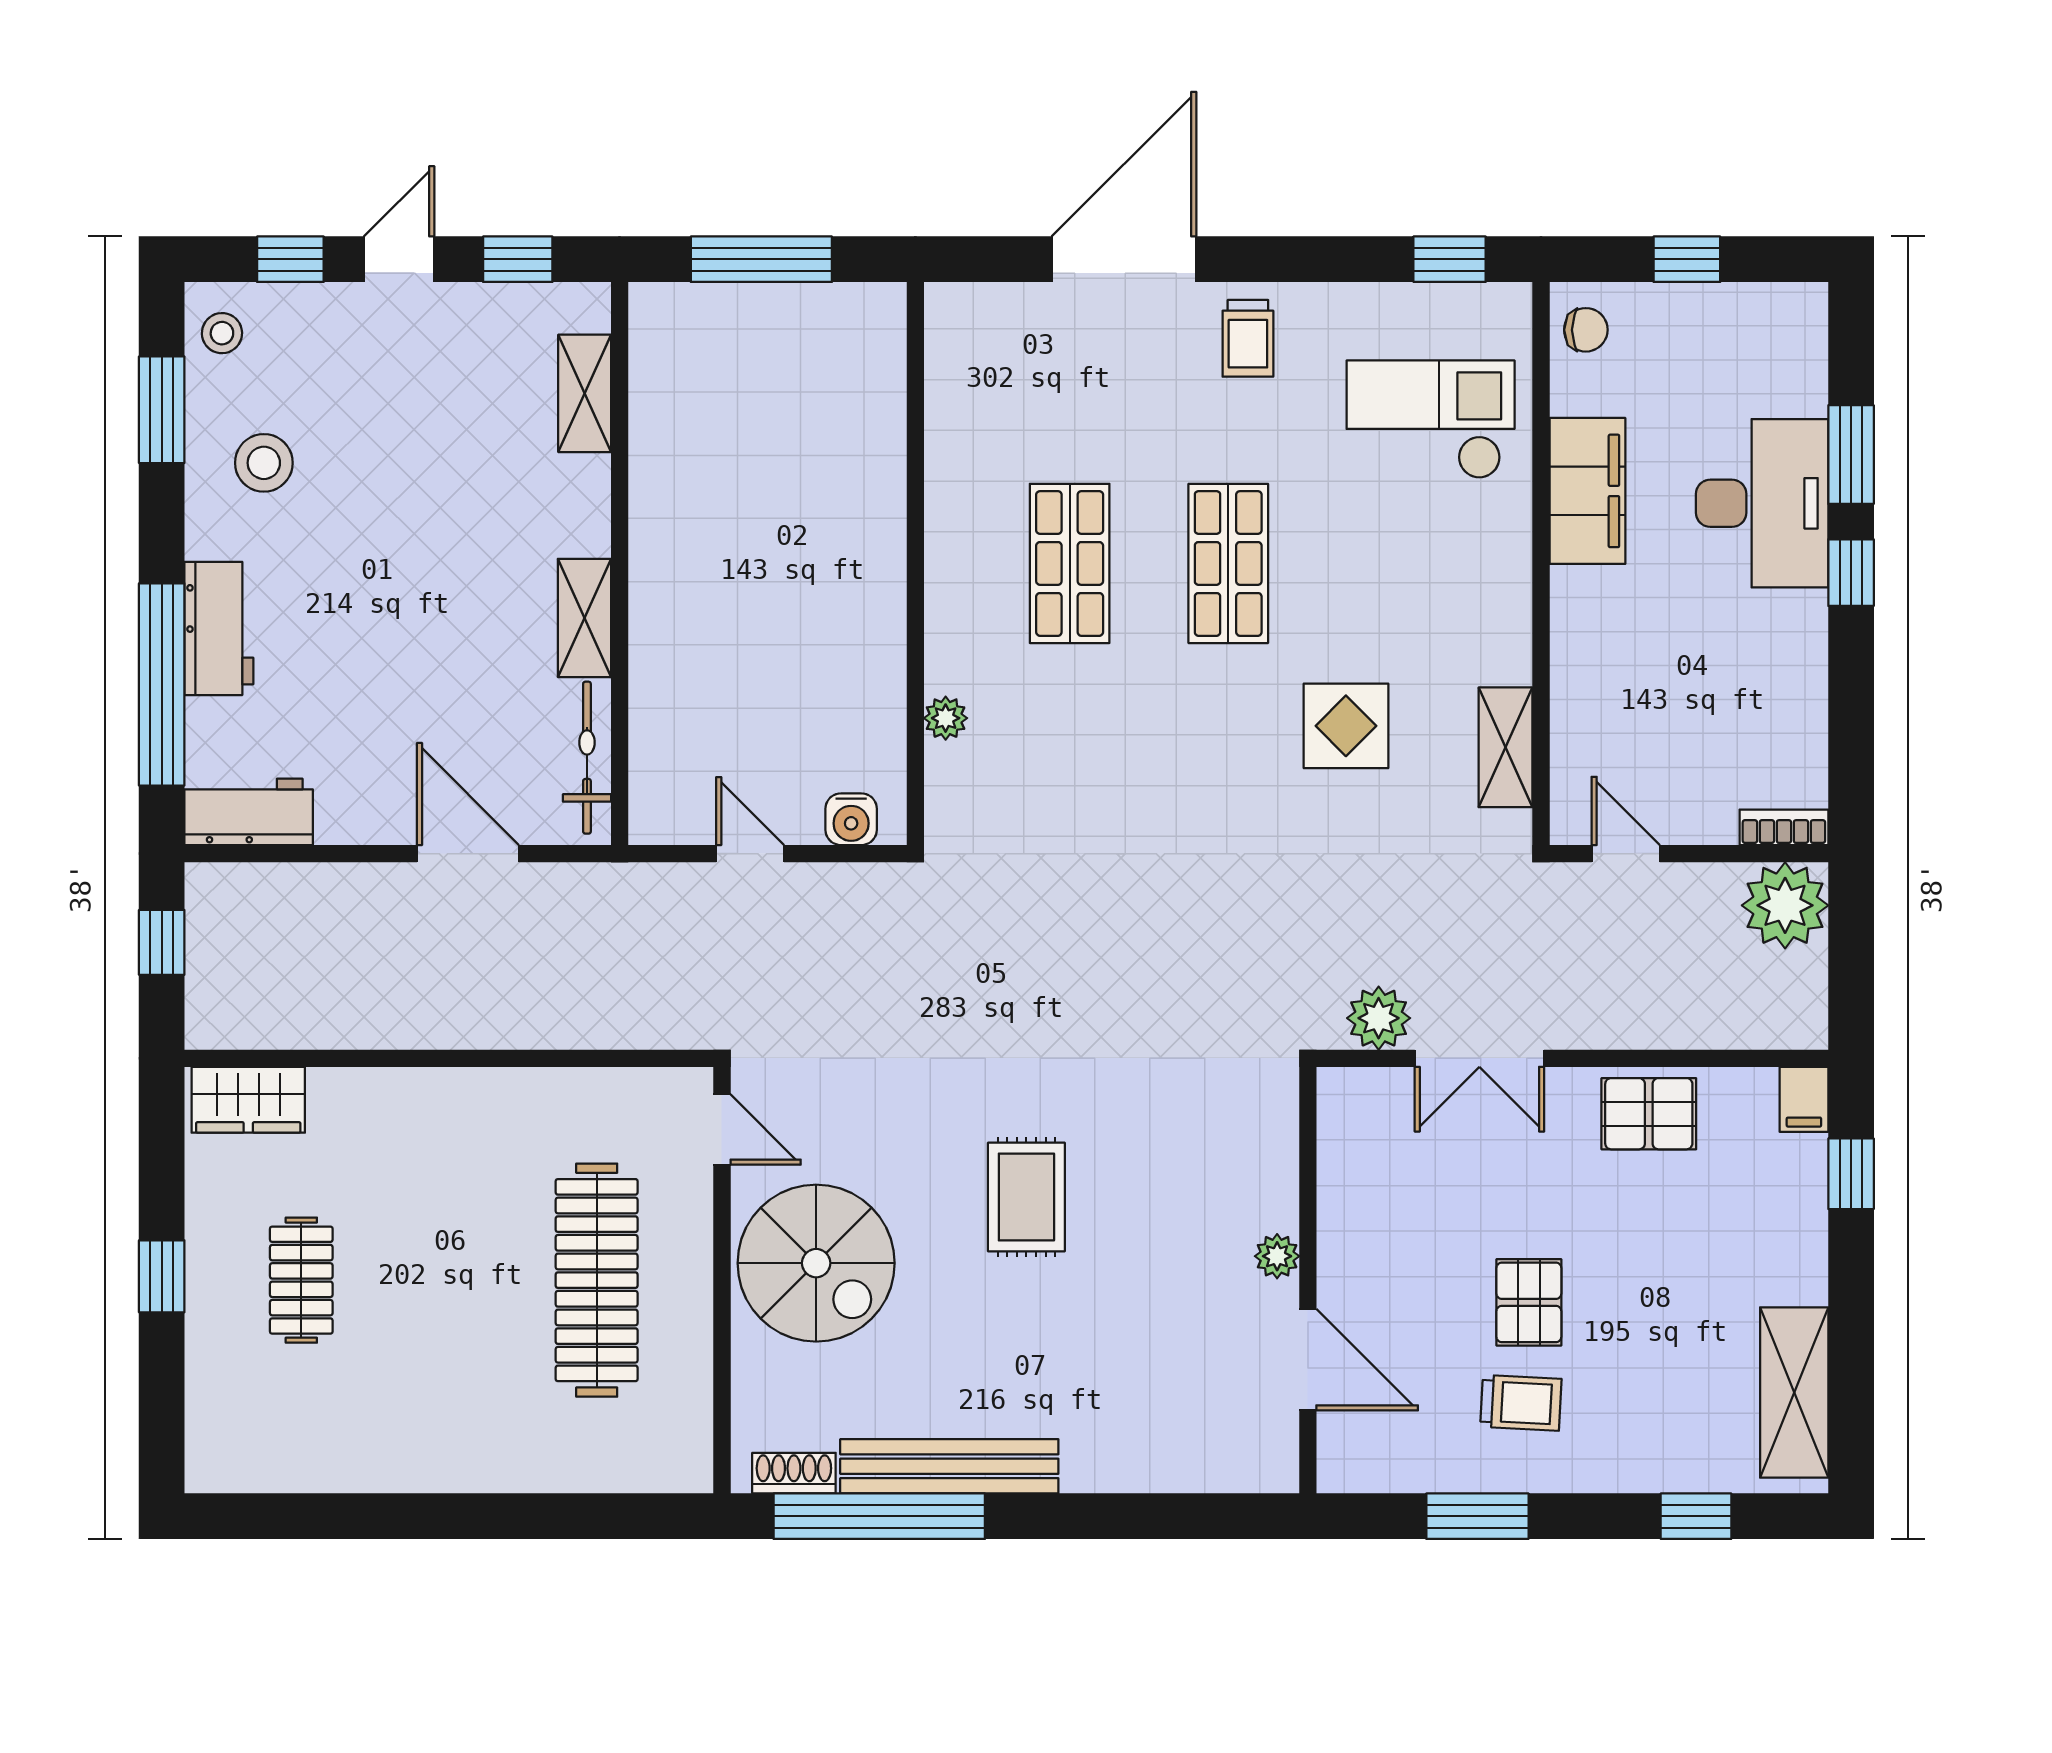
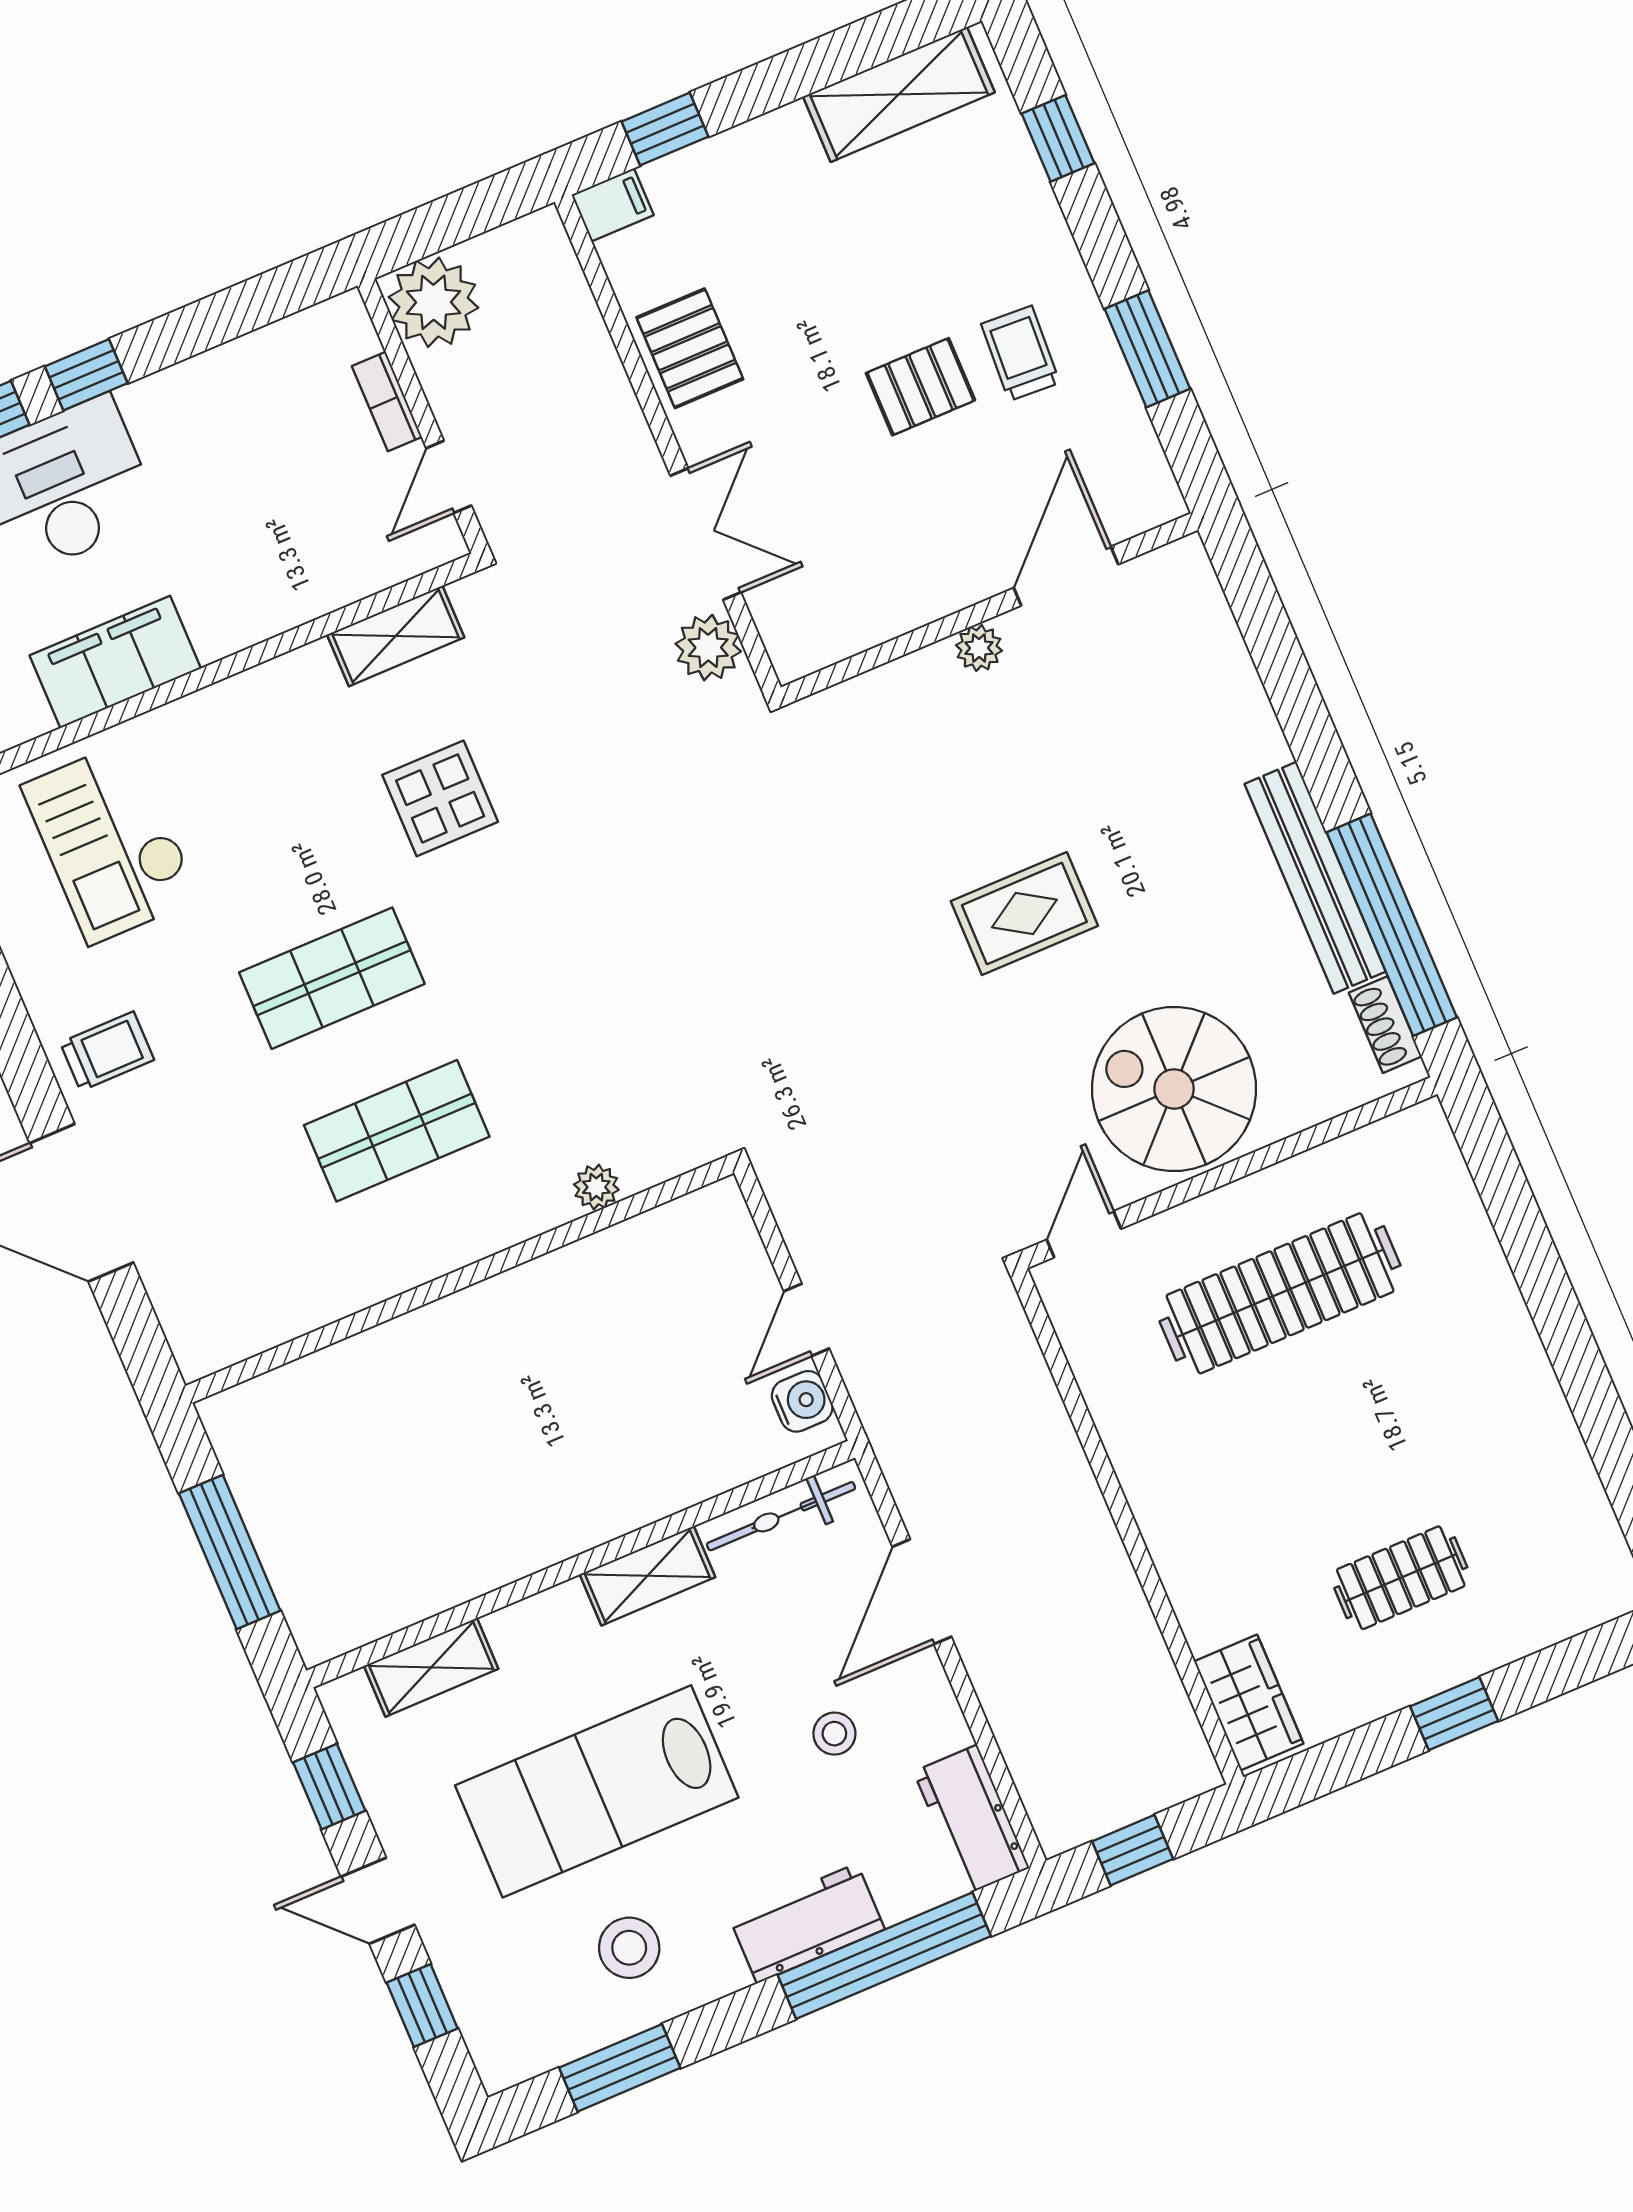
stool: (222, 333) -> (834, 1734), moved
lab bench: (414, 493) -> (597, 1791), added
water cooler: (851, 819) -> (802, 1401), moved
bookcase: (1784, 827) -> (387, 402), moved
spiral stairs: (816, 1263) -> (1174, 1089), turned -90

